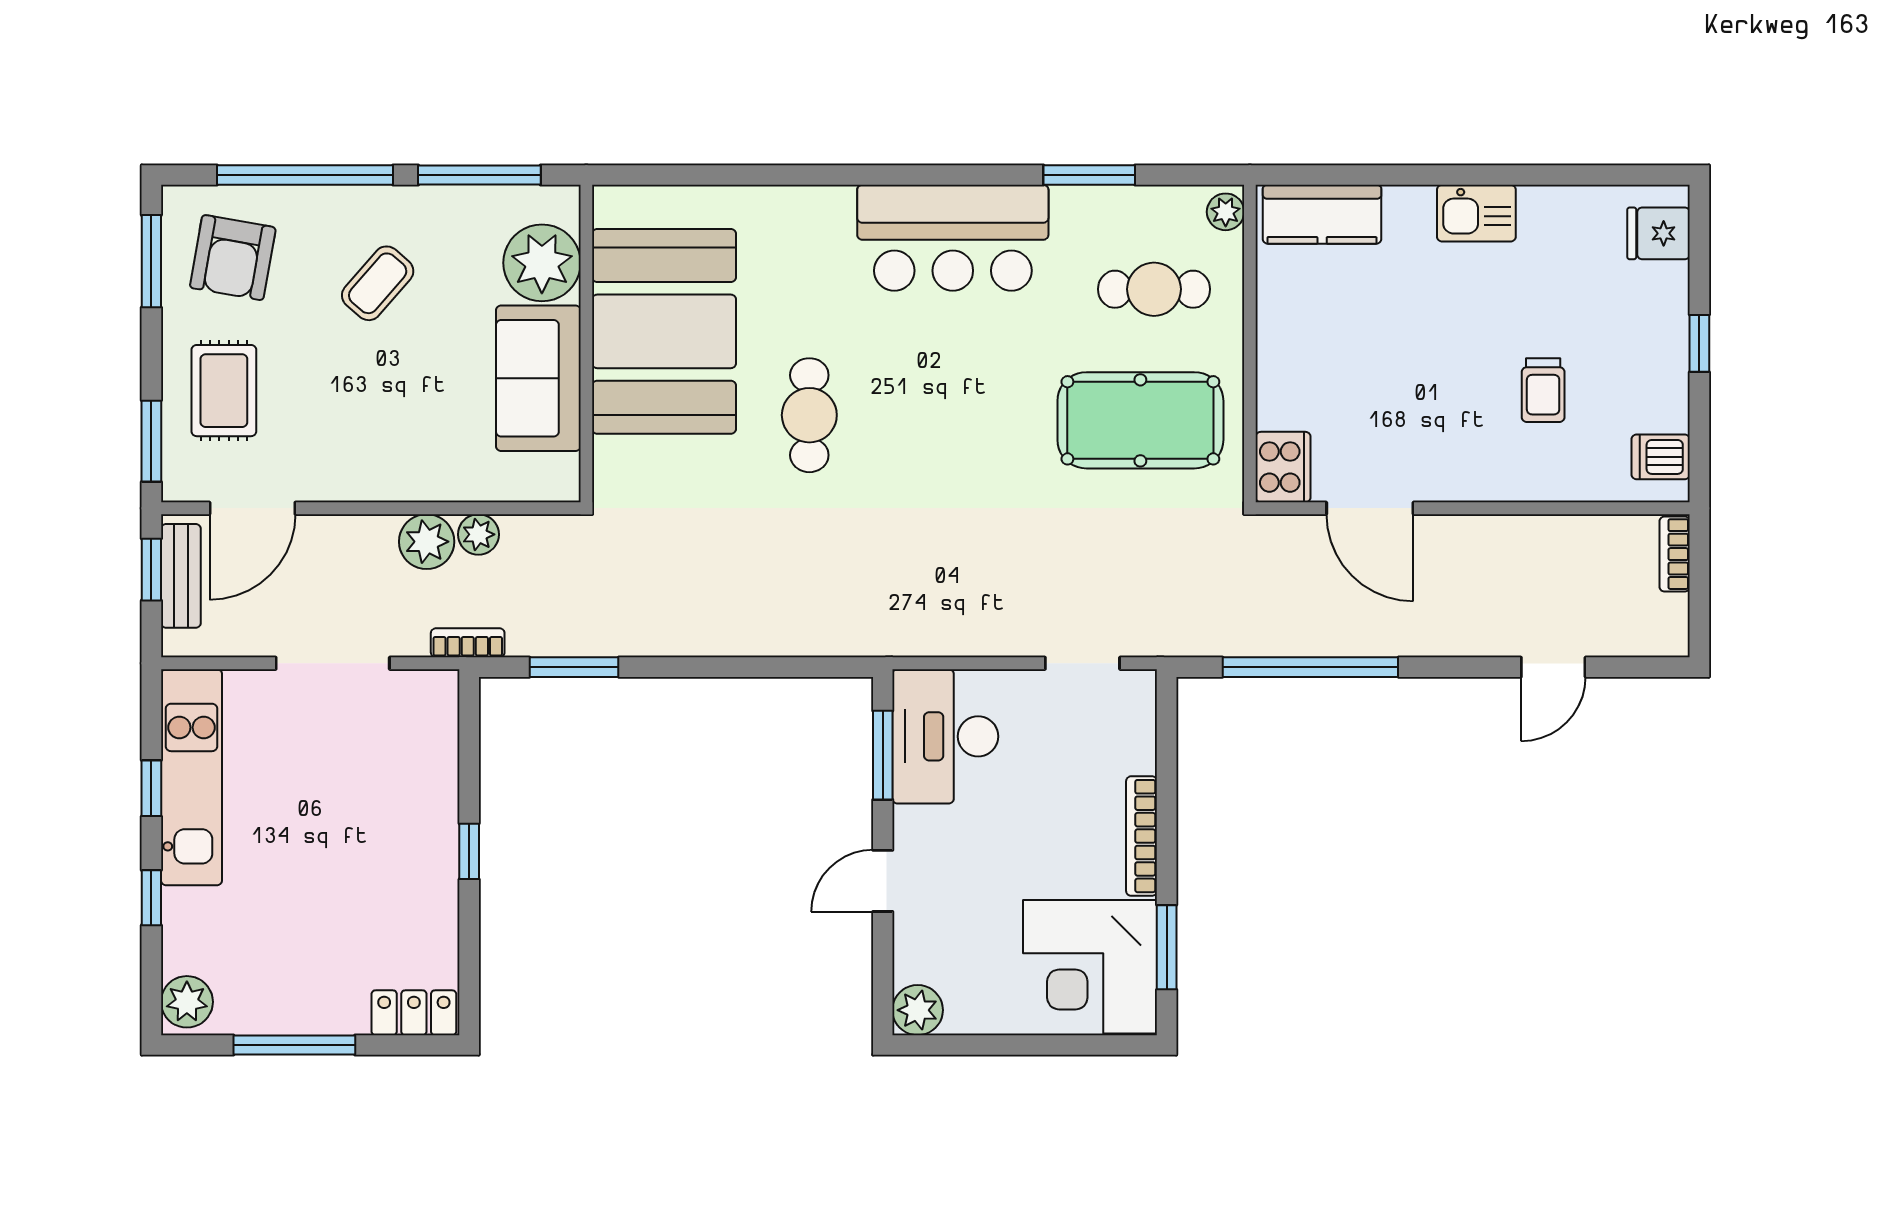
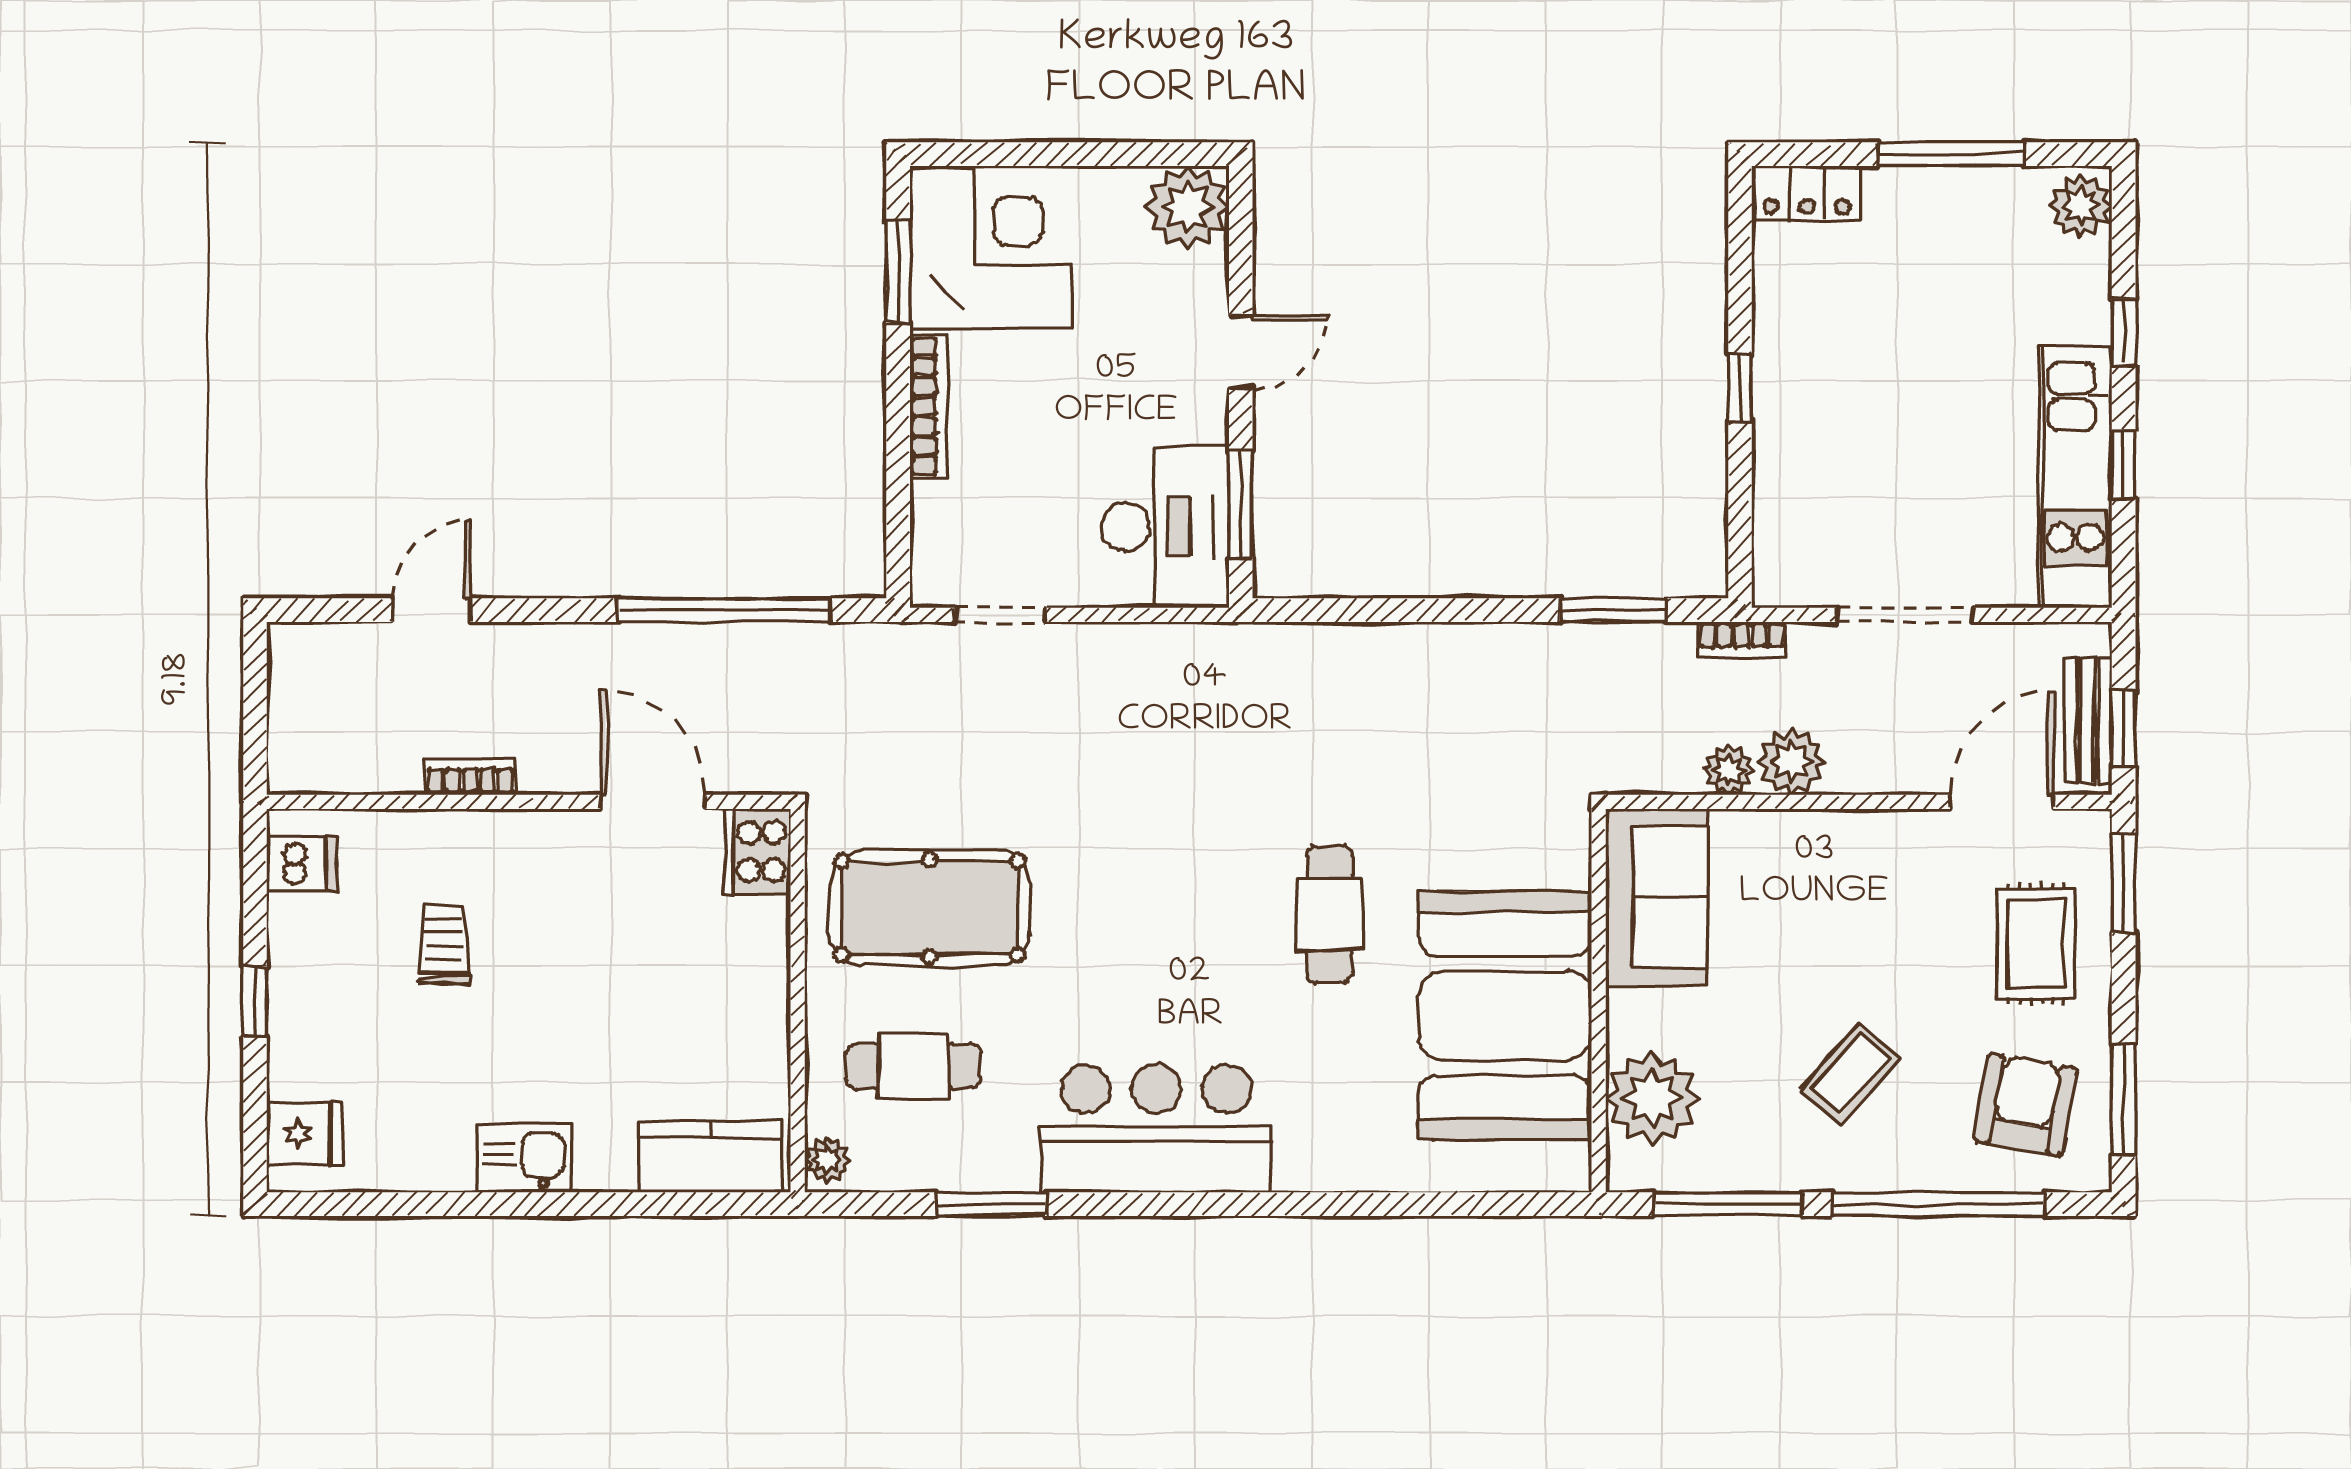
sofa: (538, 378) -> (1657, 897), moved
bookcase: (1675, 554) -> (470, 777), moved, turned -90
plant: (918, 1010) -> (1188, 207), width x1.36, depth x1.36

